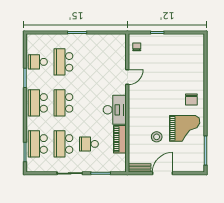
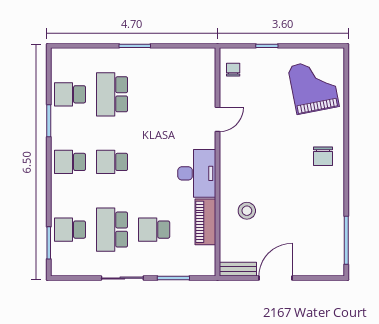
school desk: (38, 103) -> (70, 162), width x0.54
school desk: (63, 103) -> (112, 162), width x0.54
grand piano: (185, 128) -> (313, 86), moved, turned -101
stool: (157, 137) -> (247, 211), moved
school desk: (38, 144) -> (70, 230), width x0.54

